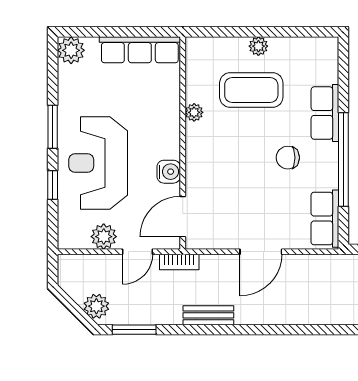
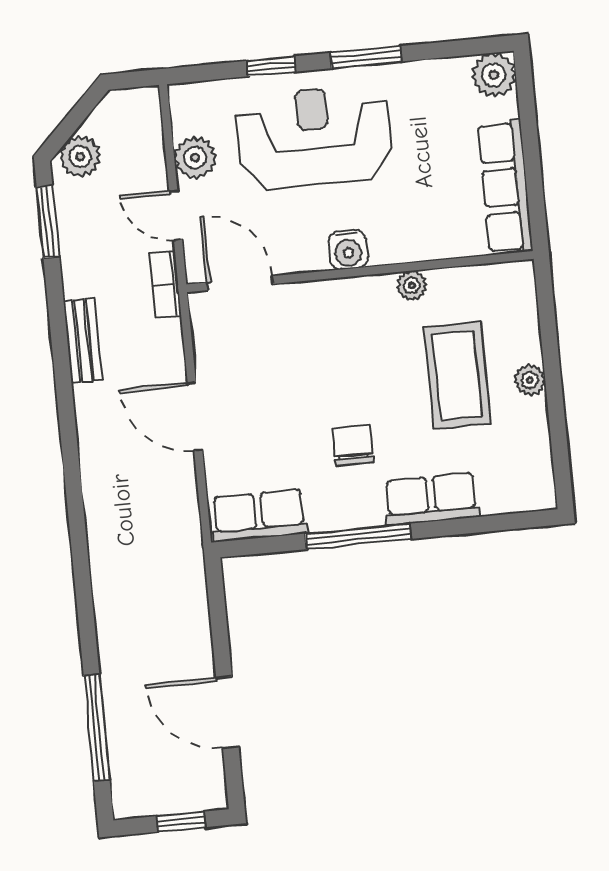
window: (343, 160) -> (358, 536), width x0.68
water cooler: (169, 172) -> (348, 250), moved

